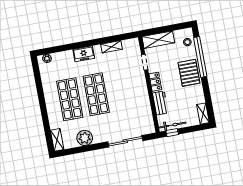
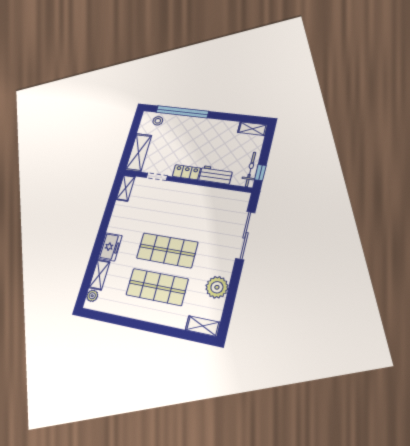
shelving: (112, 47) -> (126, 188), moved
shelving: (62, 56) -> (99, 275), added
pallet: (189, 73) -> (195, 130), removed

